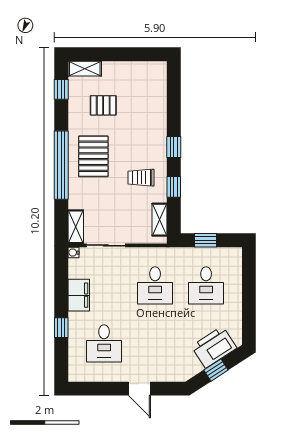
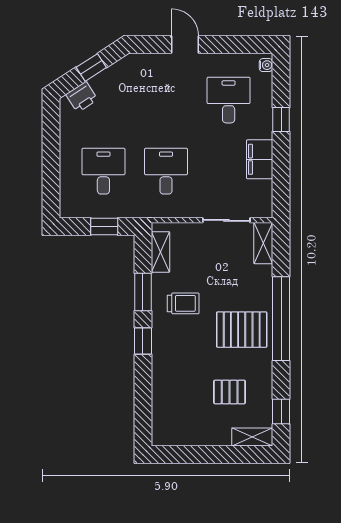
pallet: (93, 156) -> (242, 330), turned 90
window: (174, 187) -> (143, 292), width x1.50
water cooler: (74, 253) -> (266, 65), moved
printer: (214, 347) -> (82, 97), width x0.53, depth x0.68

